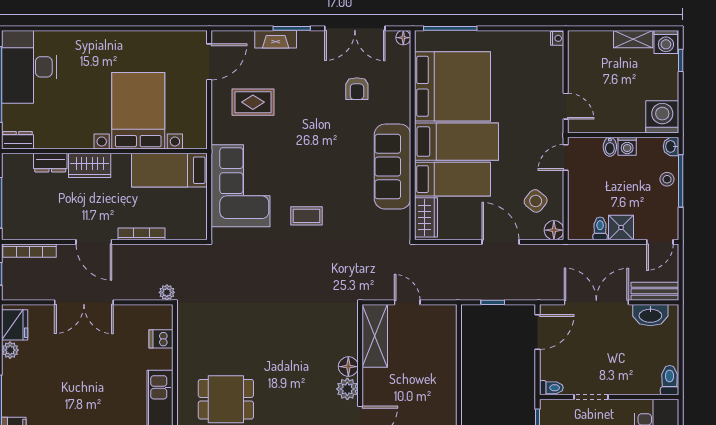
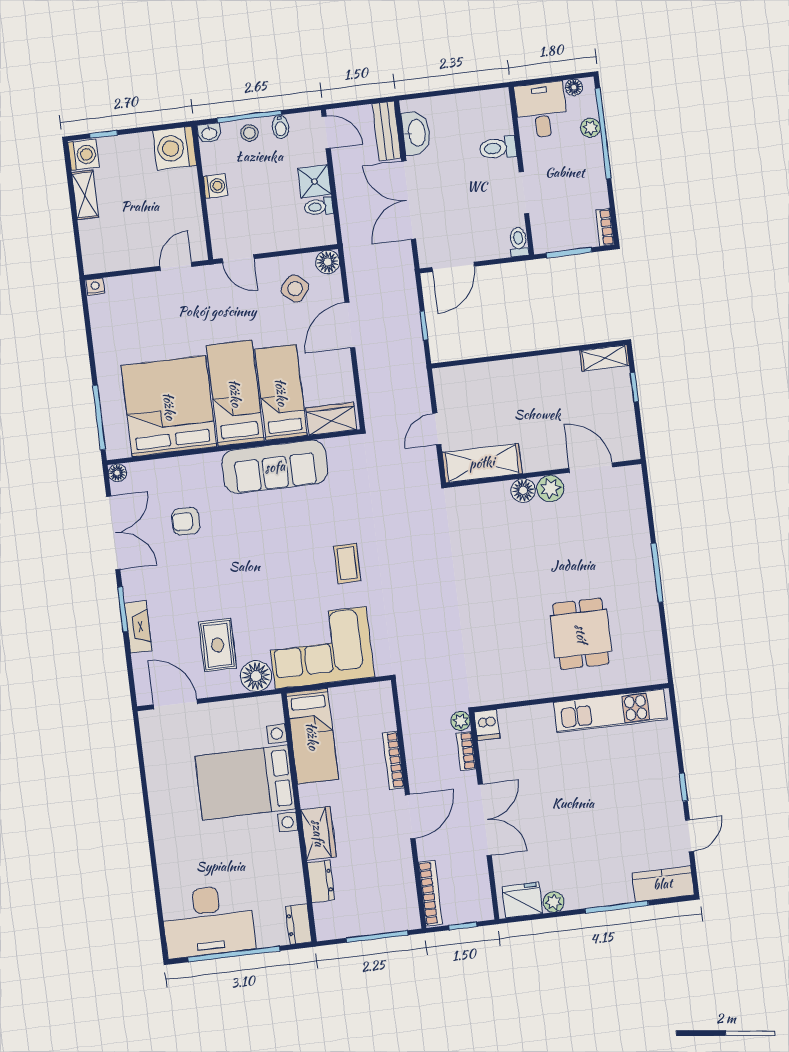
armchair: (357, 89) -> (186, 521), turned 180
floor lamp: (224, 130) -> (256, 676), added
bidet: (610, 147) -> (280, 127), moved, turned 90
bookcase: (142, 294) -> (466, 751), added
door: (538, 332) -> (453, 267), swing flipped
dishwasher: (161, 339) -> (487, 725), moved
toilet: (670, 380) -> (498, 148), moved

